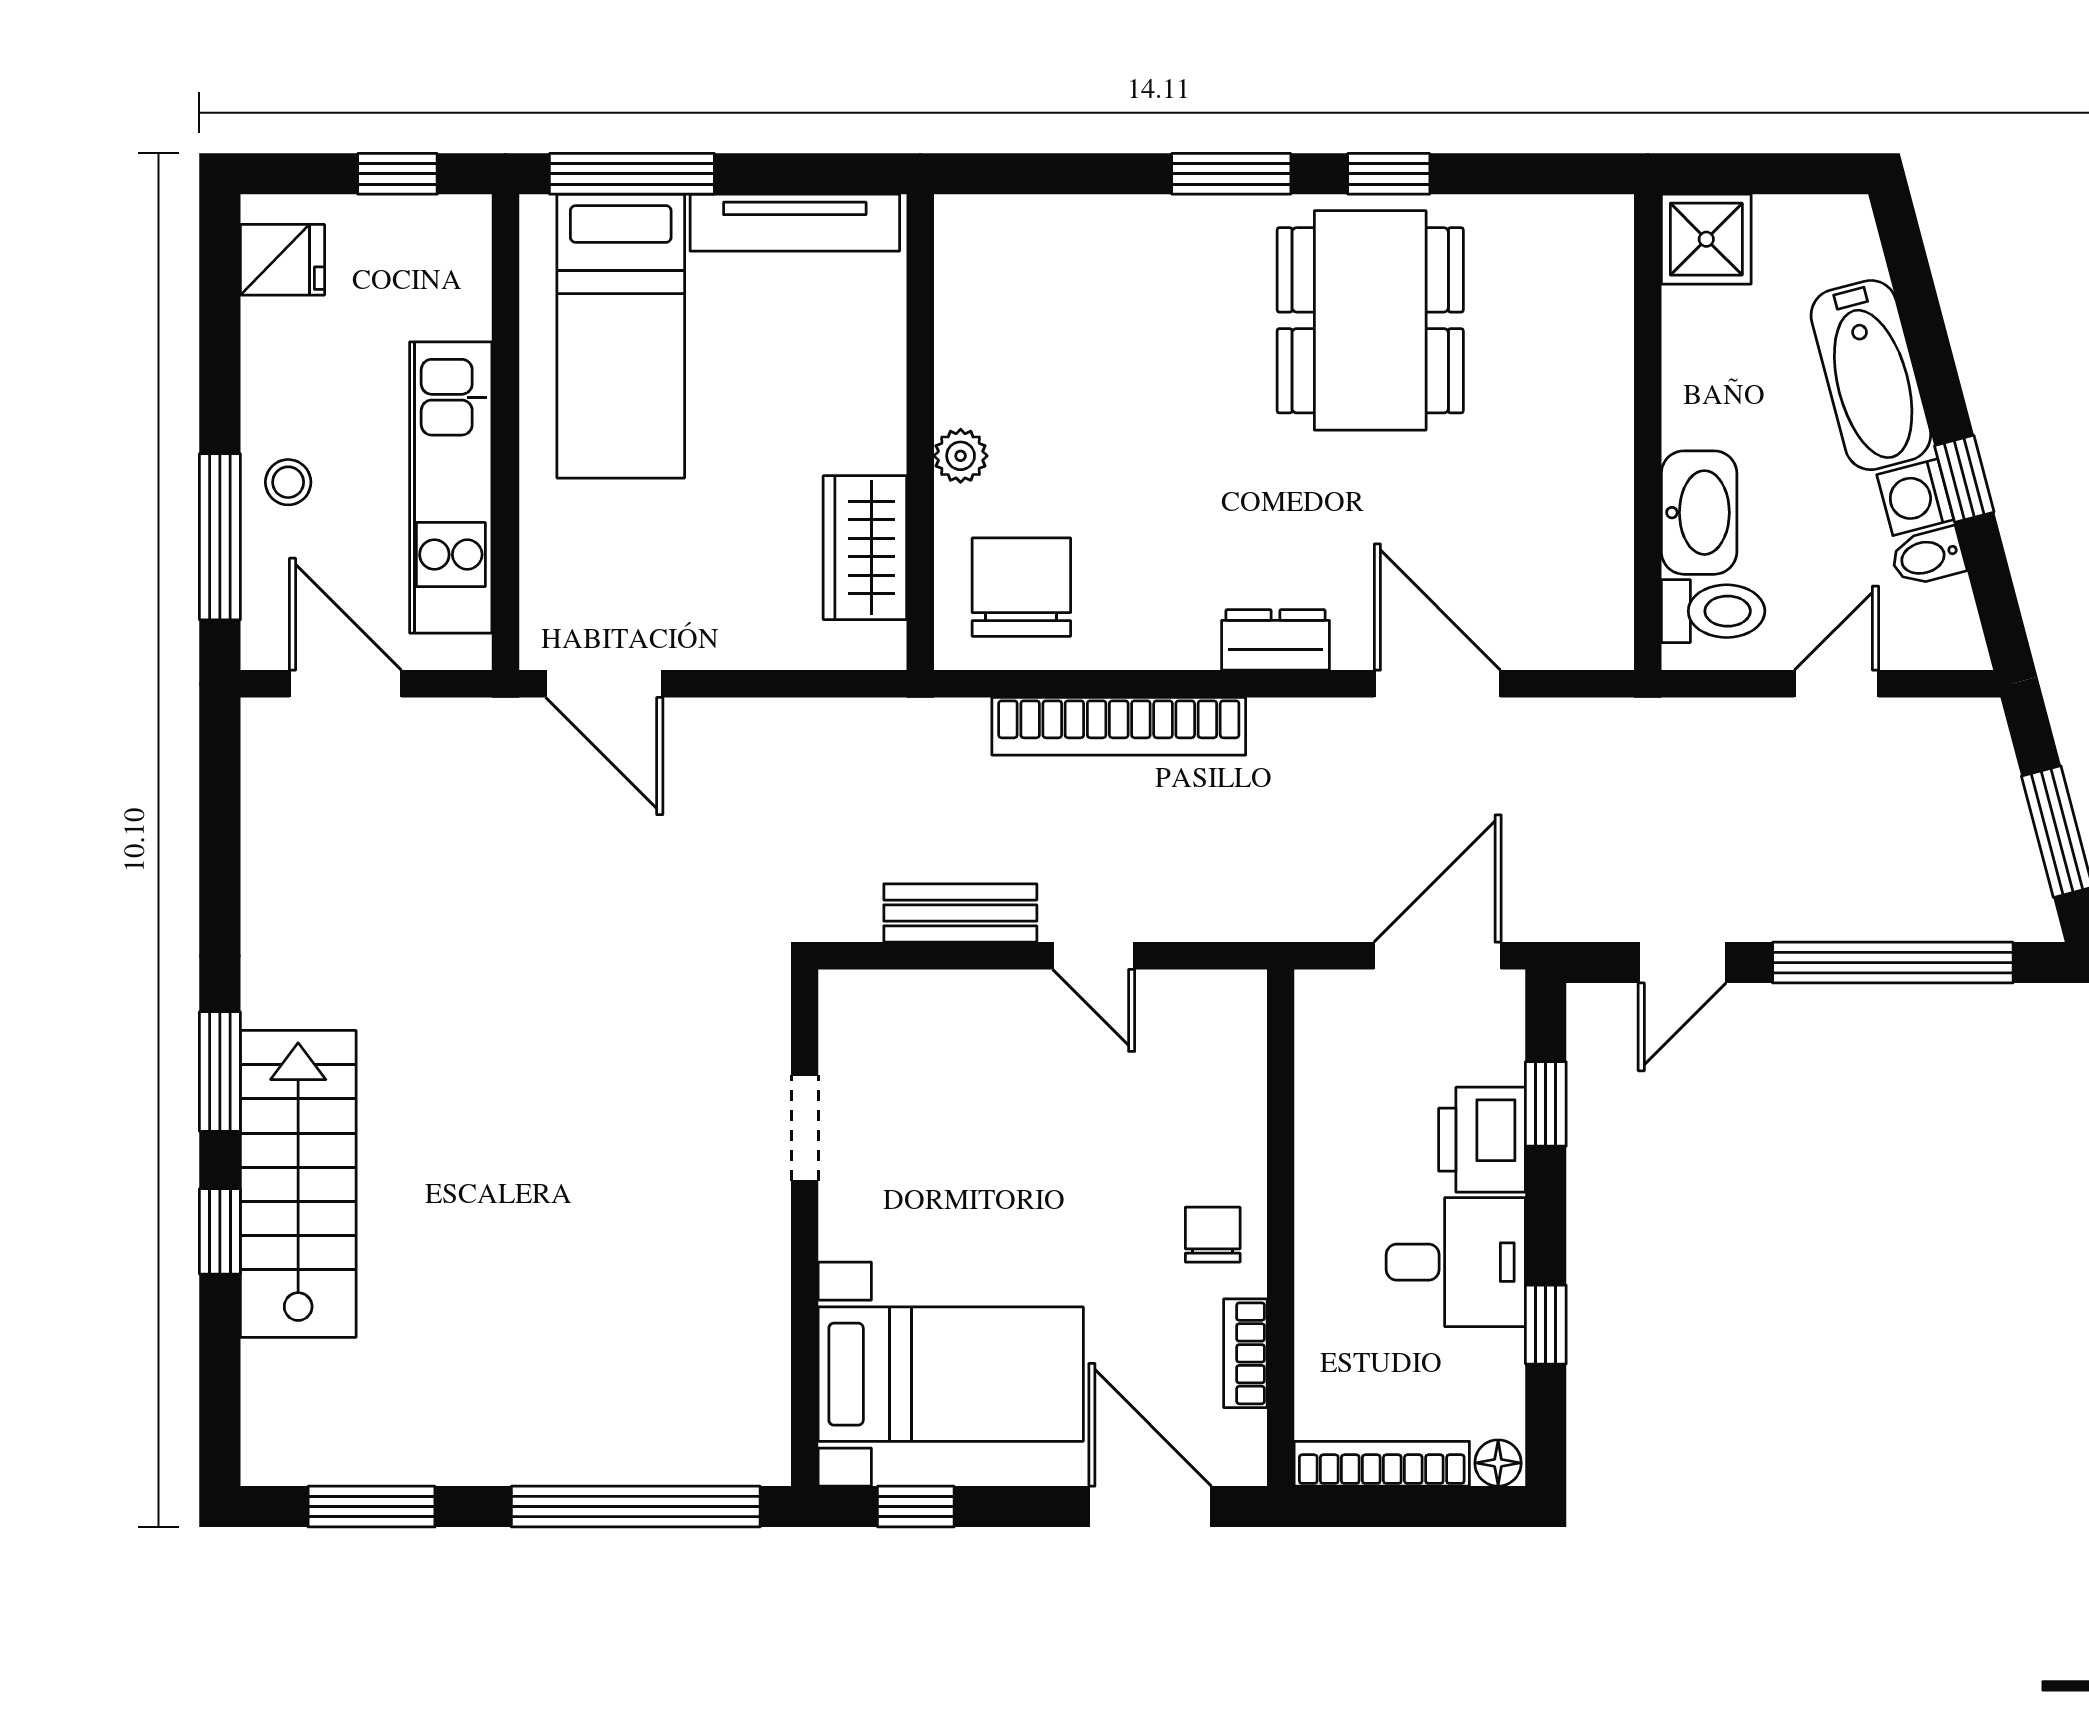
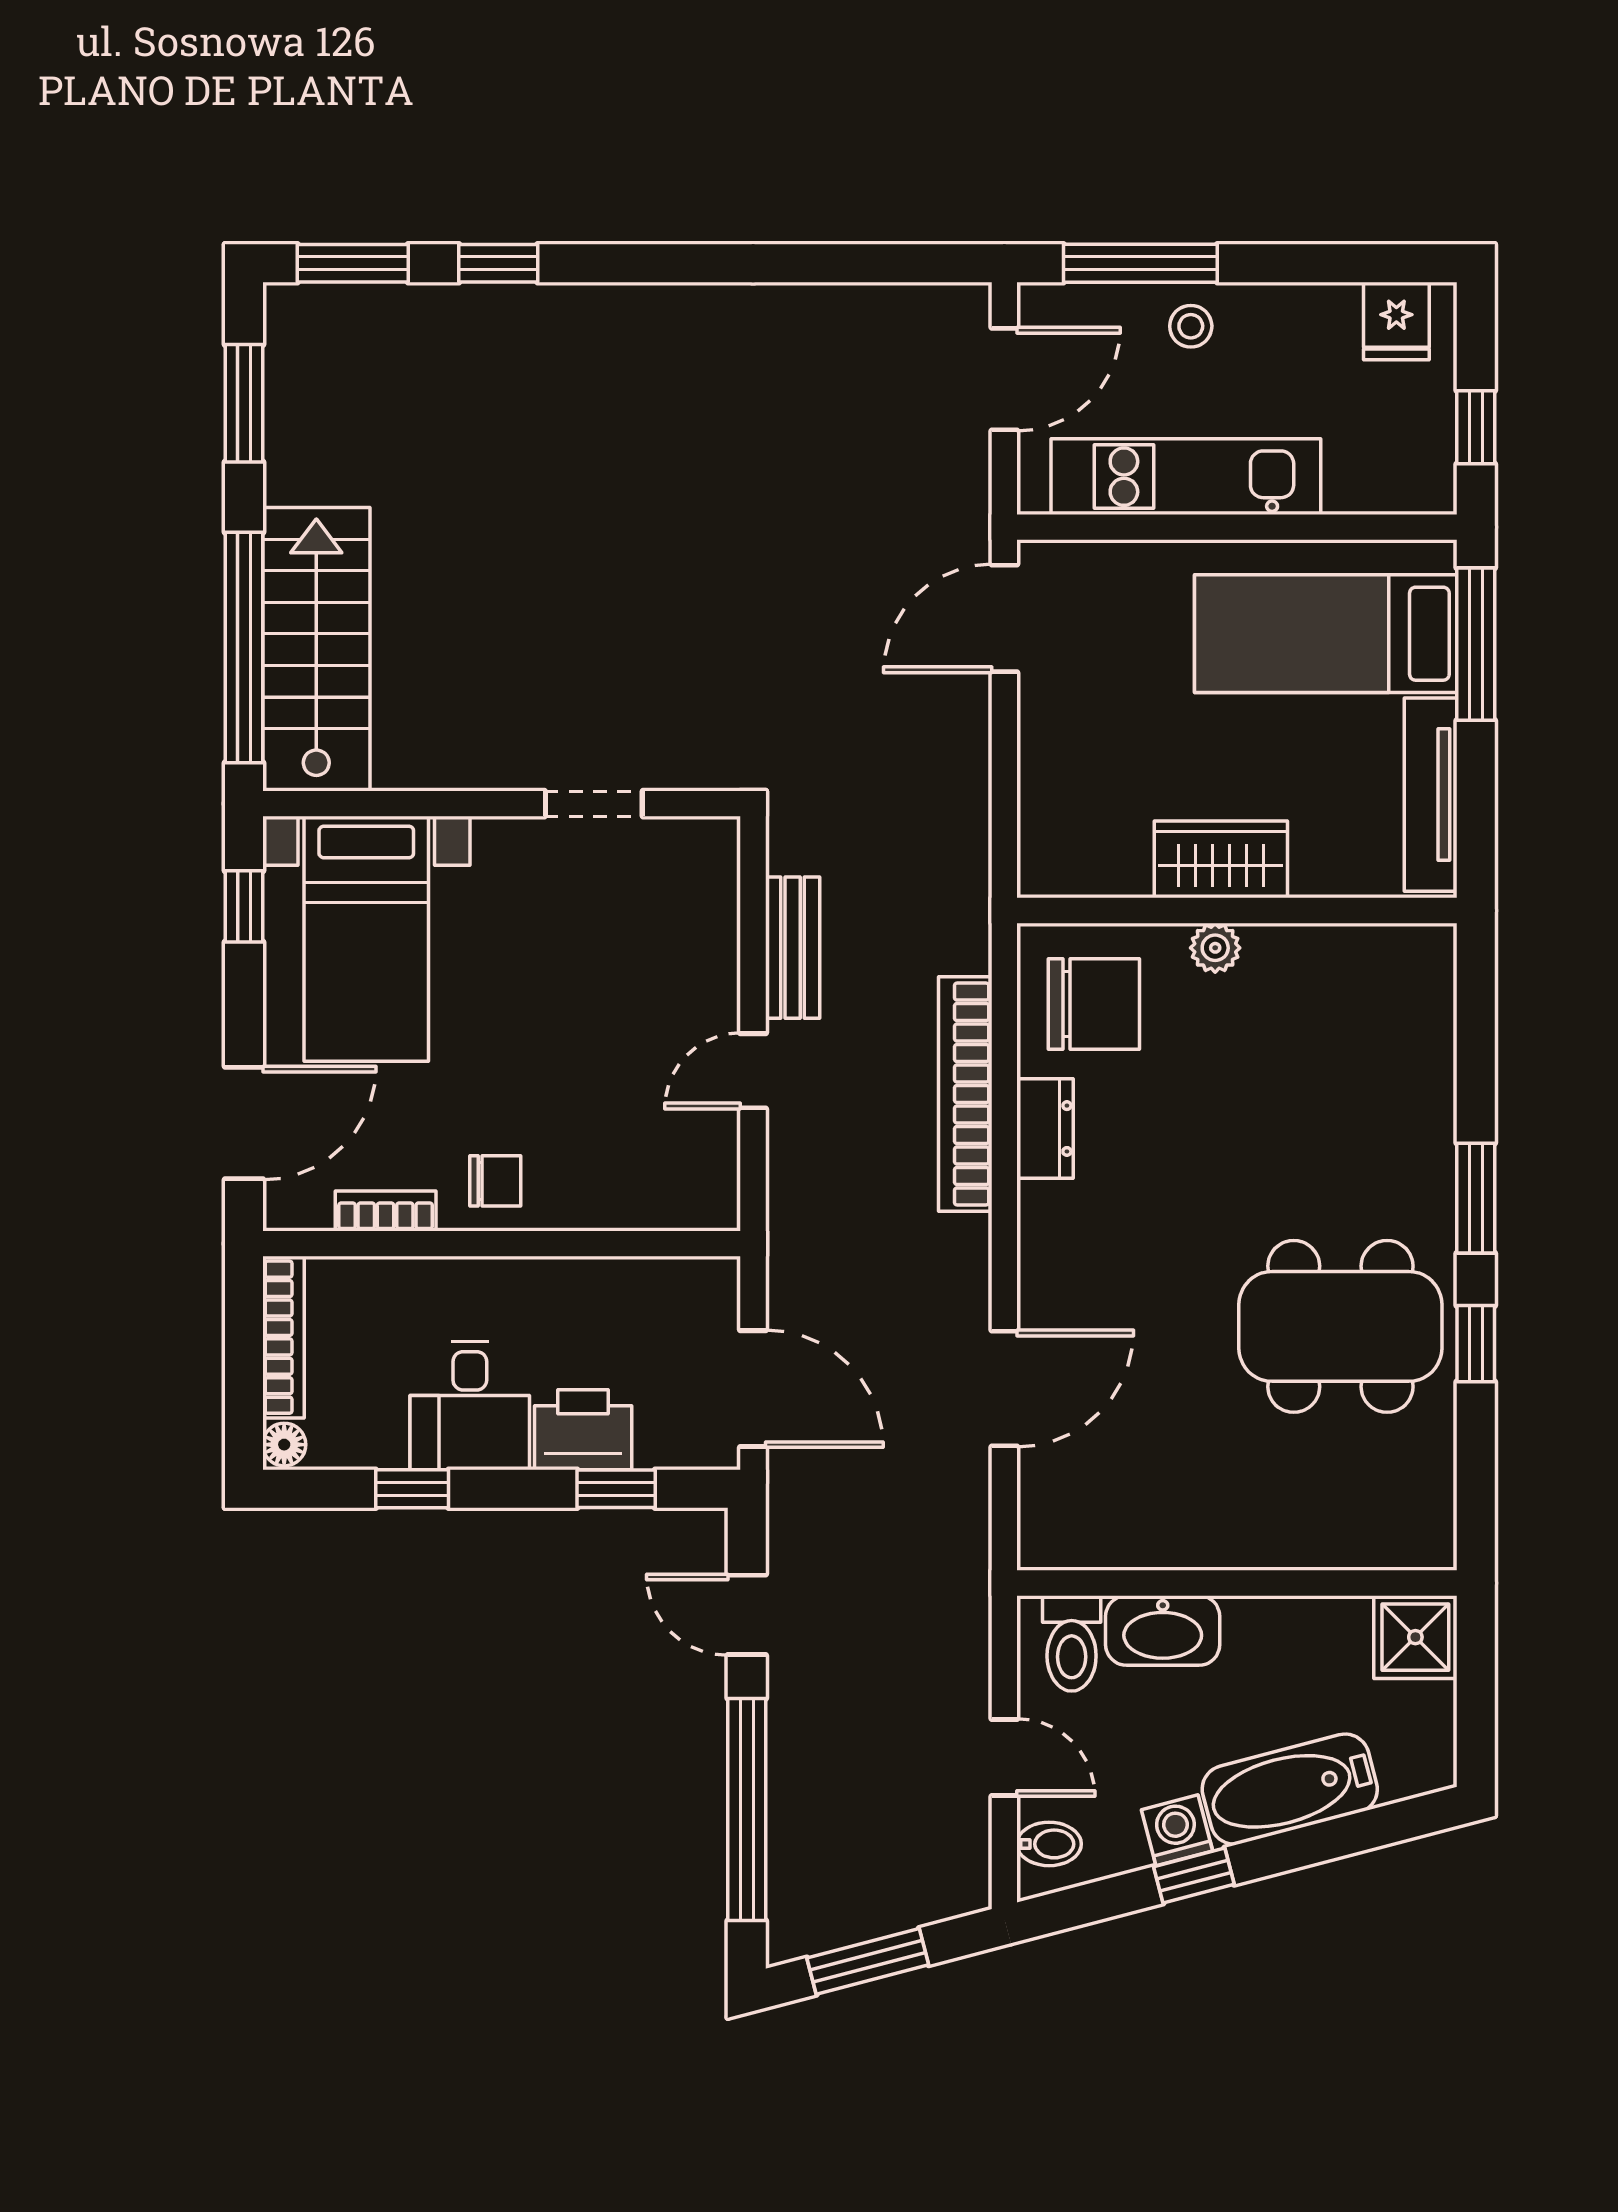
wardrobe: (865, 548) -> (1221, 859), moved
bidet: (1928, 557) -> (1049, 1844), moved, turned 105
dresser: (1276, 640) -> (1045, 1129), moved
window: (220, 1072) -> (353, 263), moved
stairs: (298, 1184) -> (316, 649), moved, turned -90

